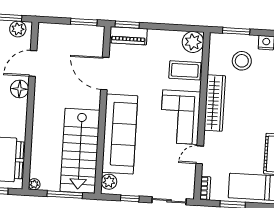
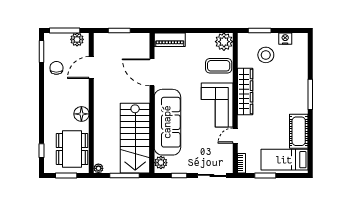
window: (84, 22) -> (119, 30), moved
window: (127, 25) -> (168, 30), removed
floor lamp: (20, 89) -> (81, 114), moved

